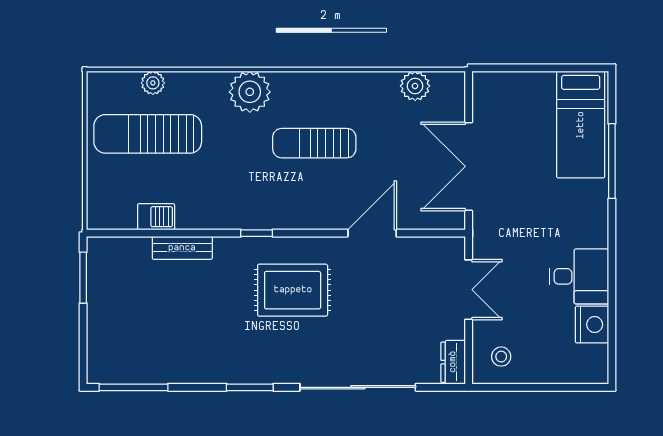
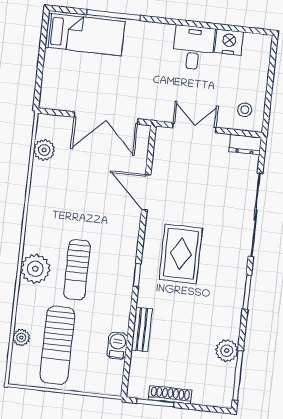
sun lounger: (314, 143) -> (77, 270), moved
shoe rack: (96, 297) -> (170, 395), added
plant: (166, 368) -> (227, 351), added

